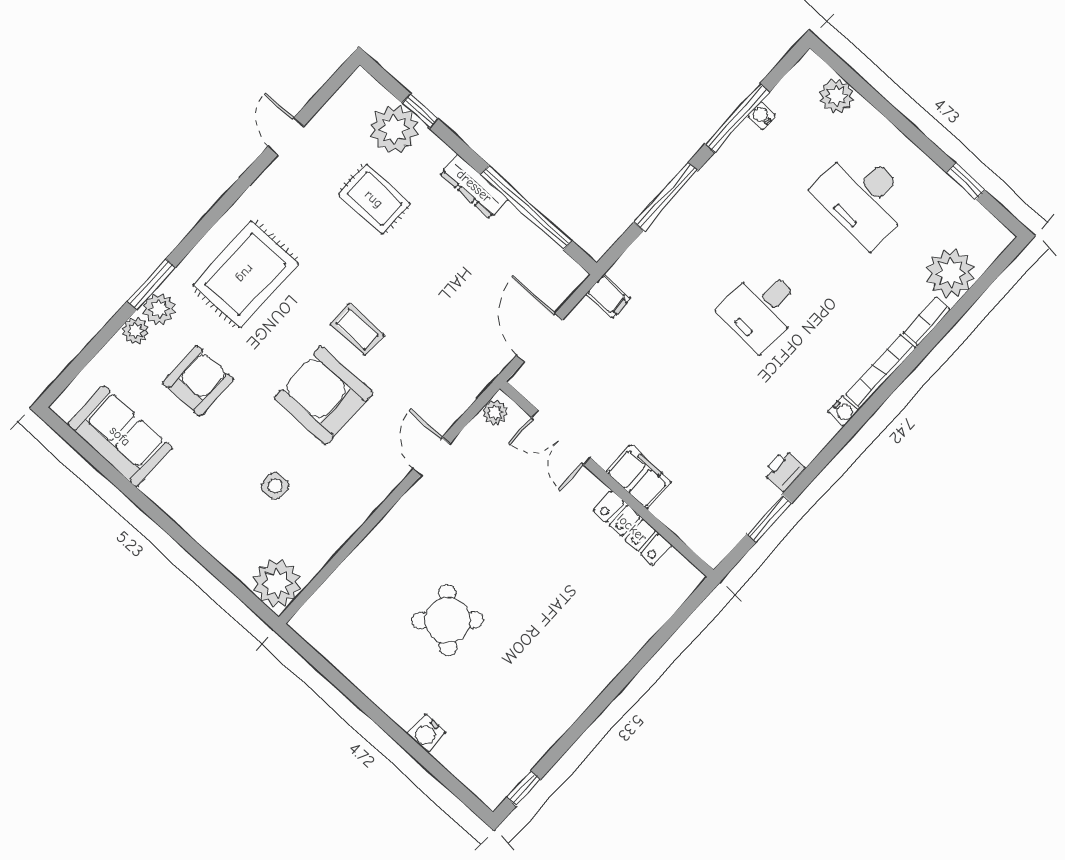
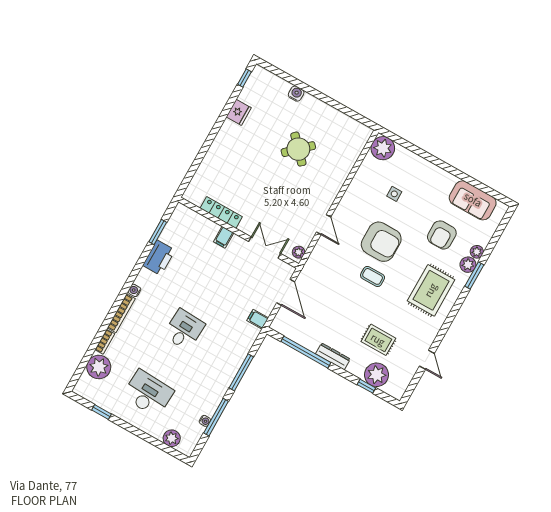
printer: (784, 470) -> (159, 258), width x1.87, depth x1.48
filing cabinet: (639, 477) -> (224, 237), width x0.50
fridge: (551, 722) -> (239, 112), added

